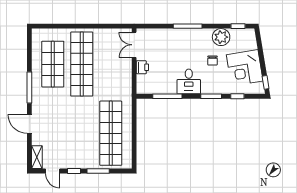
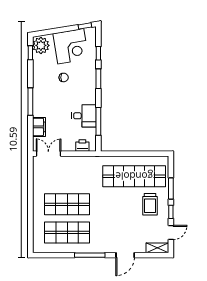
filing cabinet: (161, 35) -> (39, 127), added
plant: (221, 37) -> (41, 45), moved
double door: (134, 45) -> (48, 154), swing flipped
shop shelf: (82, 64) -> (67, 204), width x0.71
printer: (142, 67) -> (82, 145), moved
desk: (189, 81) -> (84, 116), moved
trolley: (82, 149) -> (150, 204), added

